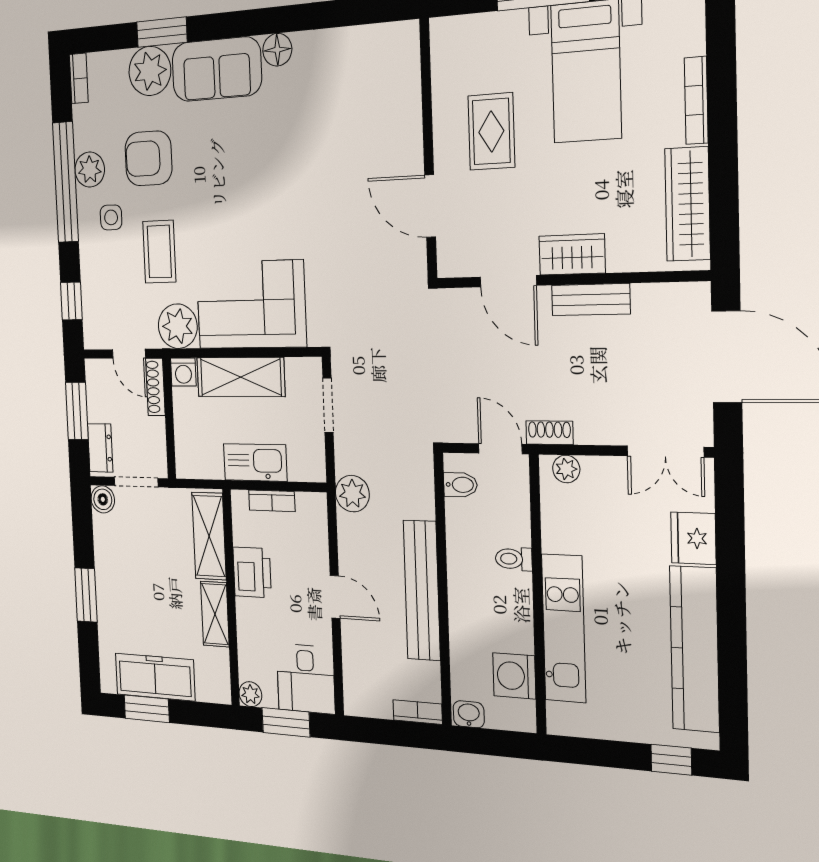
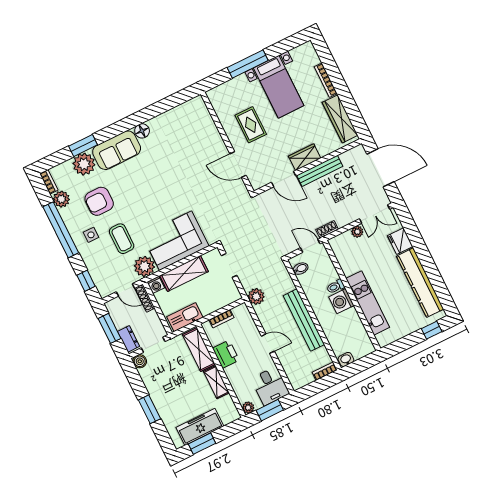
plant: (90, 170) -> (61, 199), moved
bench: (591, 300) -> (320, 171), width x1.36
kitchen sink: (255, 462) -> (185, 317), moved
plant: (566, 469) -> (357, 232), moved
washing machine: (514, 676) -> (341, 301), moved

